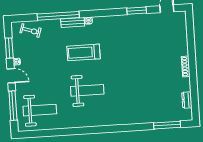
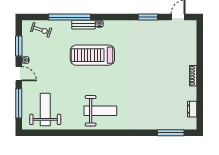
treadmill: (84, 52) -> (92, 55), width x1.37, depth x1.38
weight bench: (87, 90) -> (100, 111), moved
weight bench: (40, 110) -> (45, 110), turned -90

